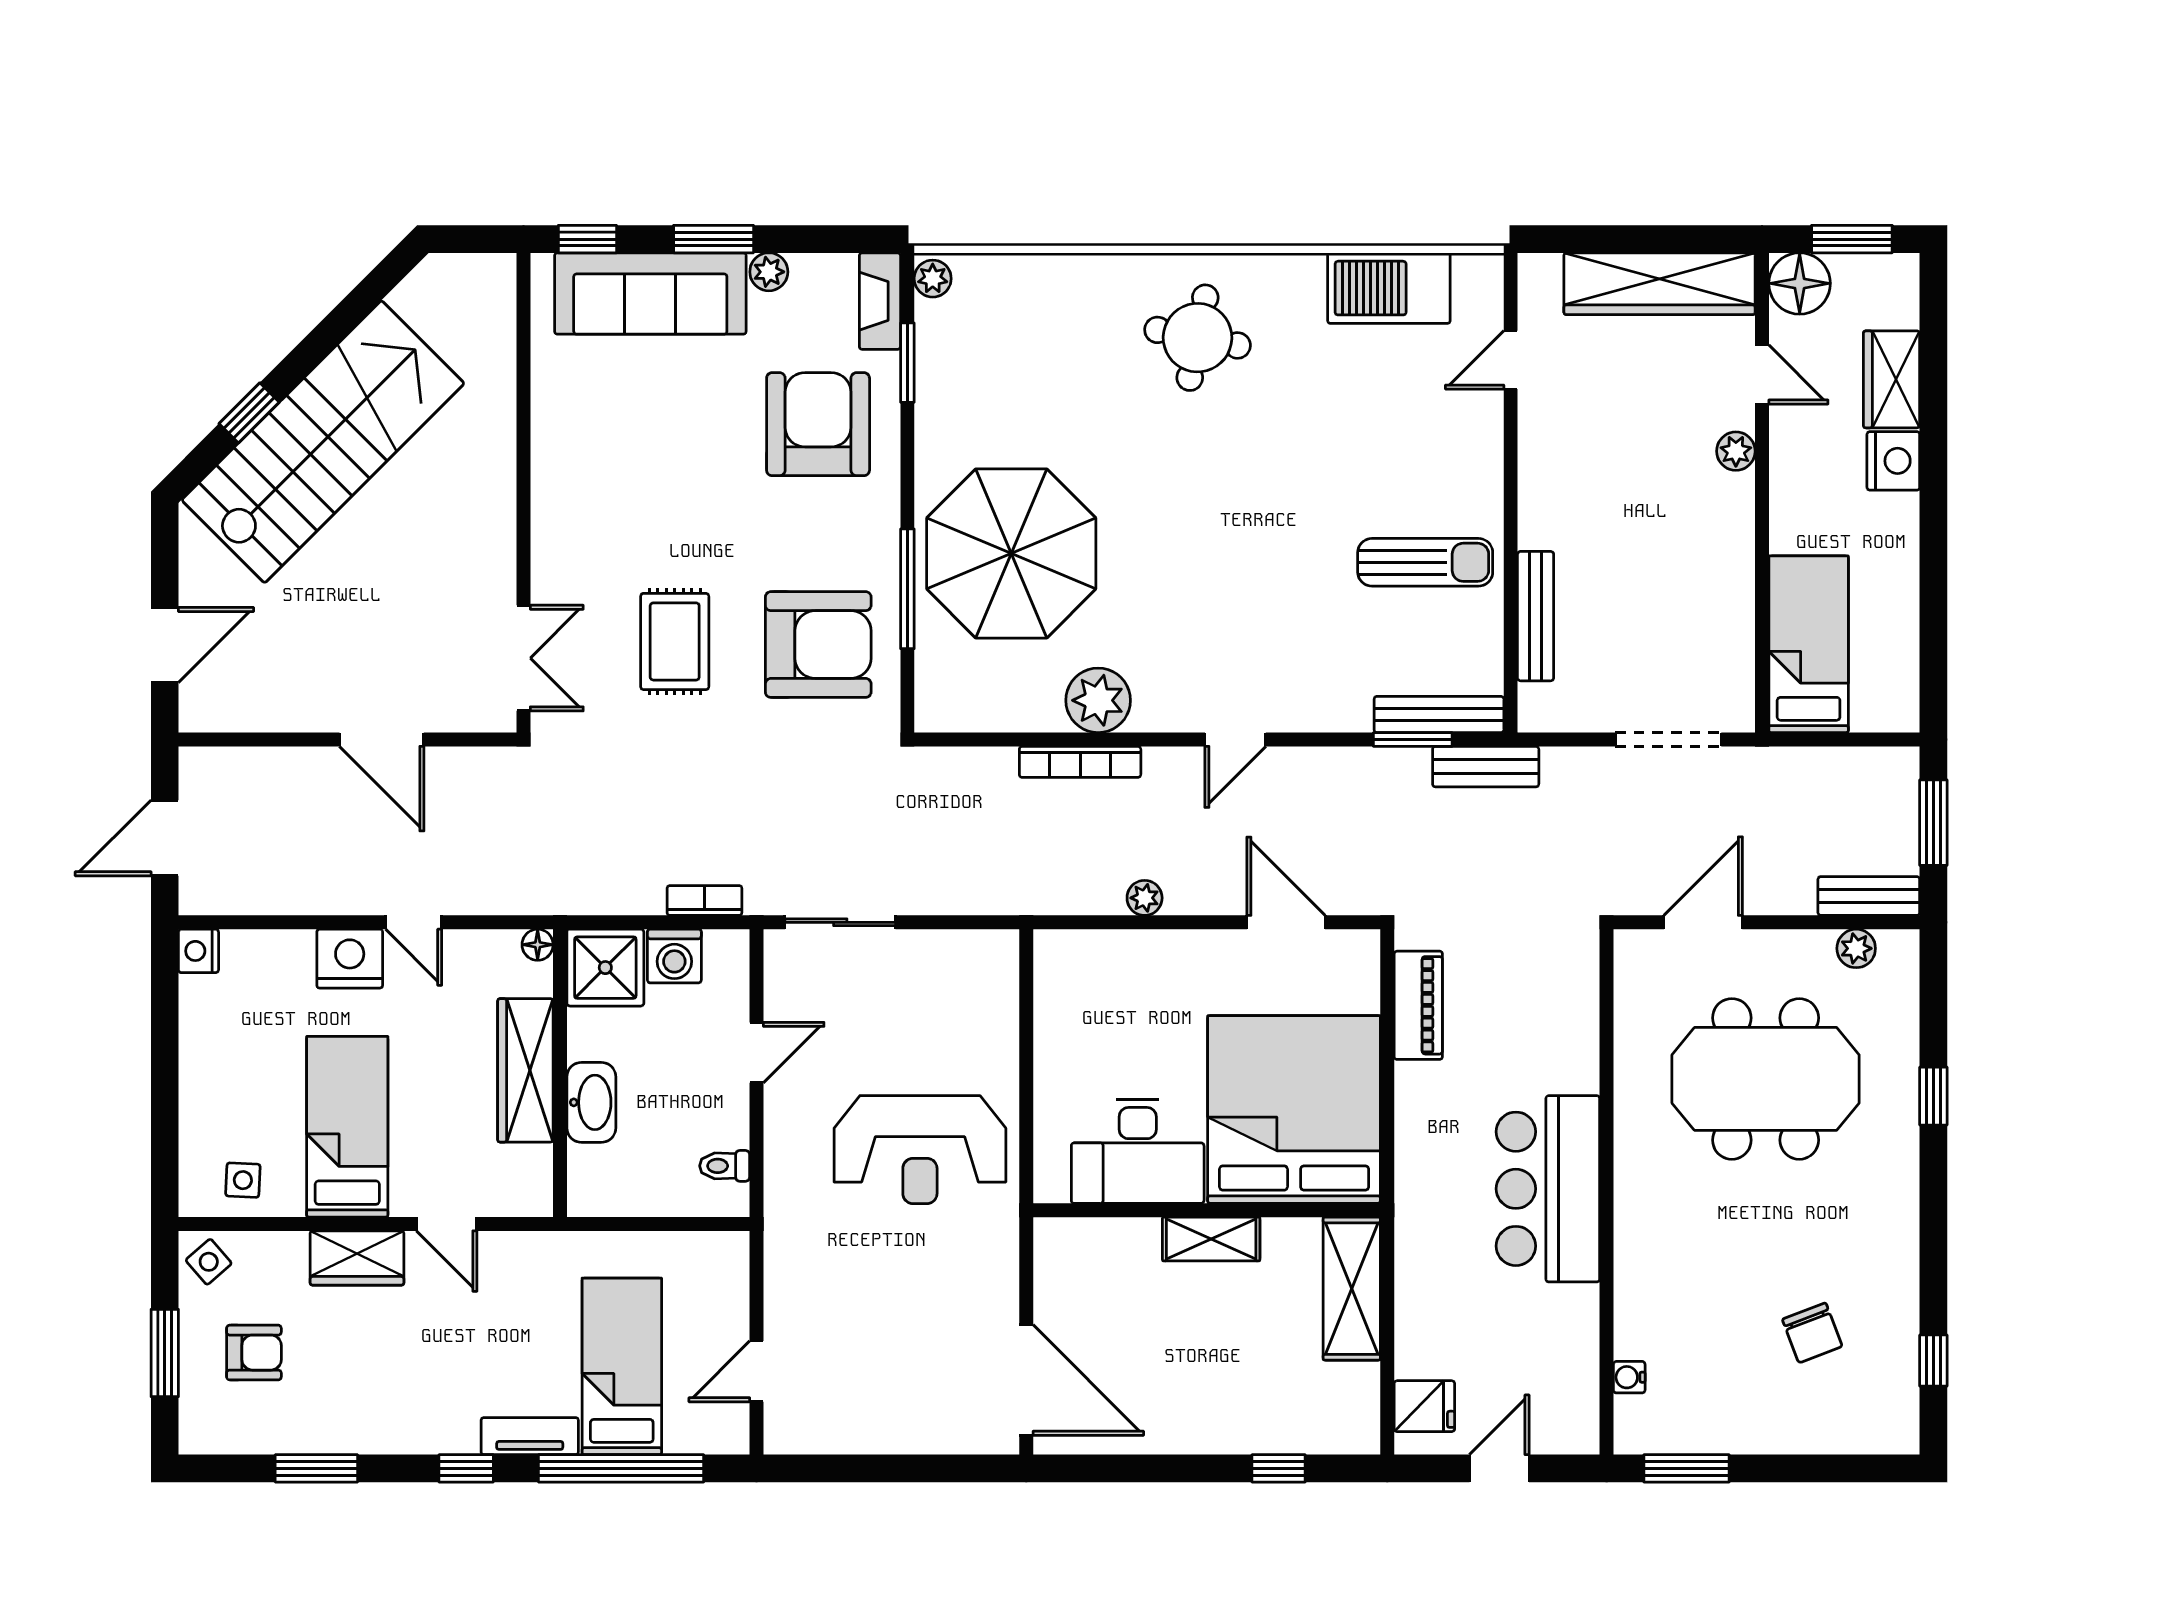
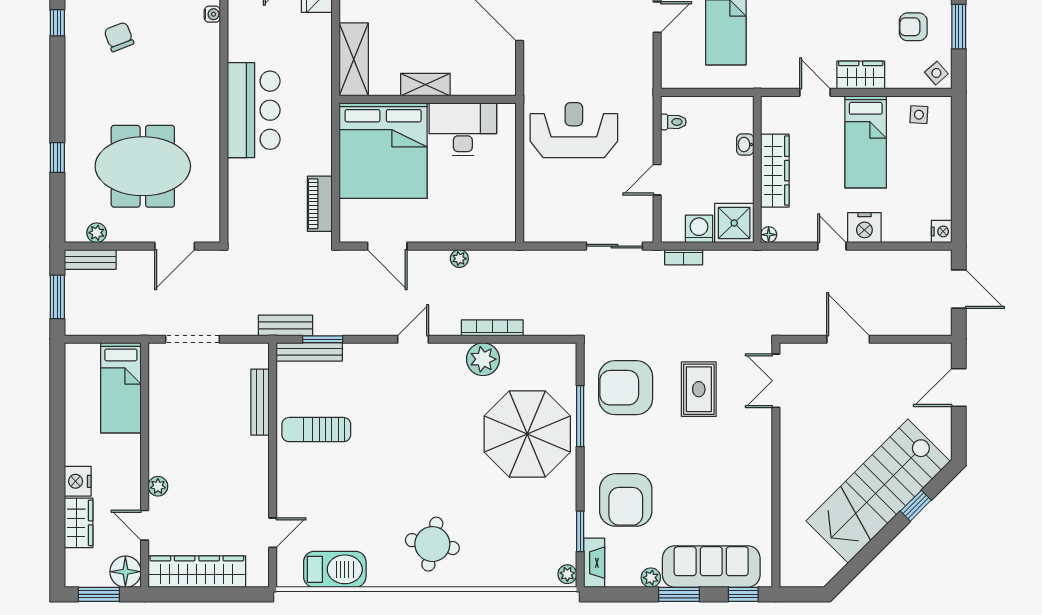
door: (165, 838) -> (959, 289), hinge flipped
washbasin: (591, 1102) -> (745, 145), width x0.52, depth x0.69

